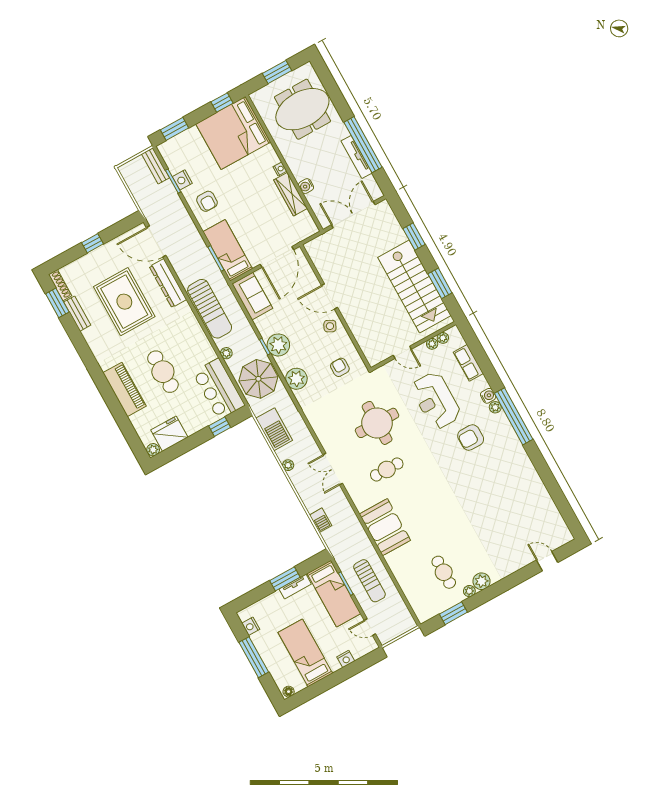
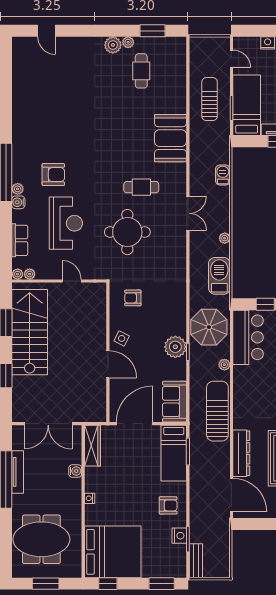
wardrobe: (291, 194) -> (92, 446), moved
armchair: (207, 201) -> (168, 505), turned 90
plant: (432, 344) -> (18, 274), moved
armchair: (340, 367) -> (133, 298), turned 90
plant: (296, 379) -> (176, 309), removed

